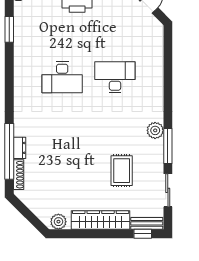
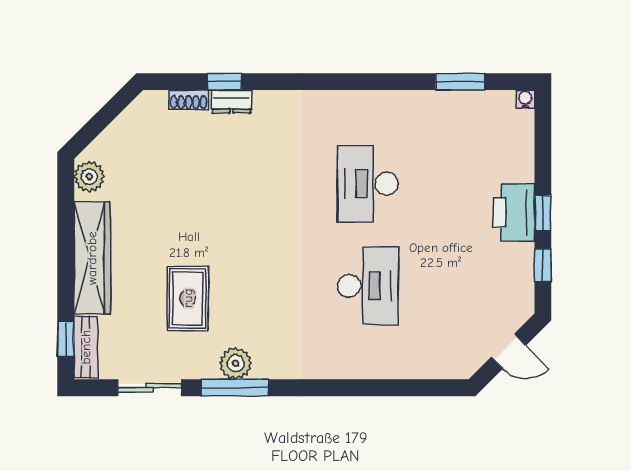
plant: (155, 130) -> (236, 363), moved
window: (9, 151) -> (225, 82), width x0.32
rug: (122, 171) -> (188, 298), turned 90
shoe rack: (19, 175) -> (189, 100), width x0.70

